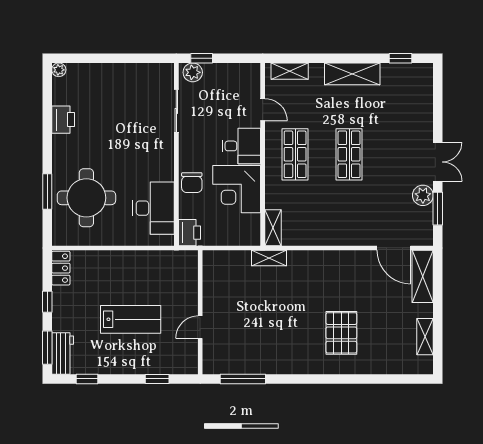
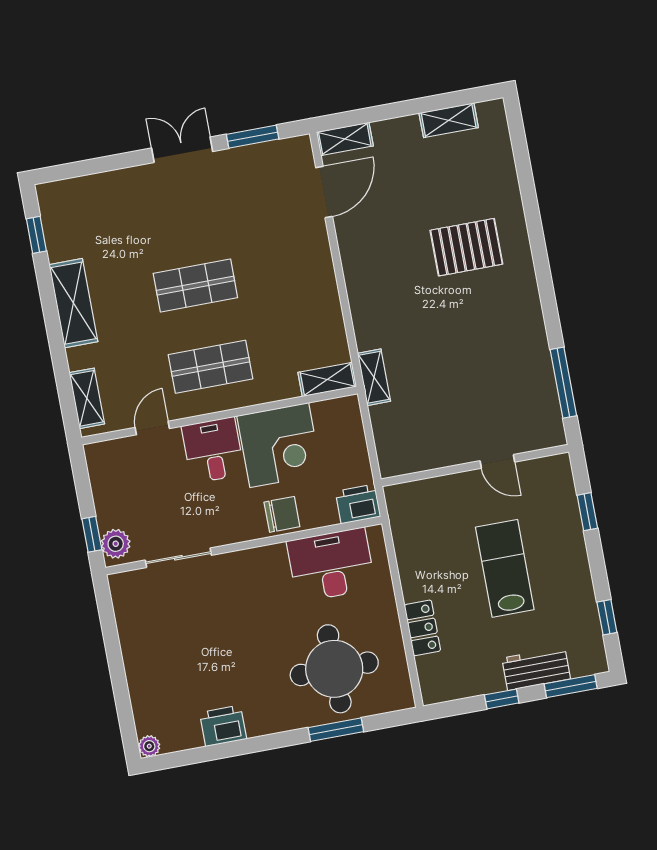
plant: (423, 195) -> (237, 163), removed
locker: (61, 268) -> (422, 628), moved, turned 90
shelving: (423, 276) -> (345, 139), width x0.67, depth x0.75
workbench: (63, 353) -> (536, 669), moved

